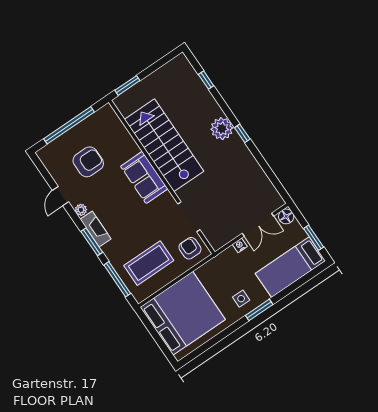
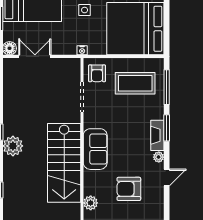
plant: (115, 125) -> (91, 203), added
nightstand: (240, 245) -> (82, 50), moved

